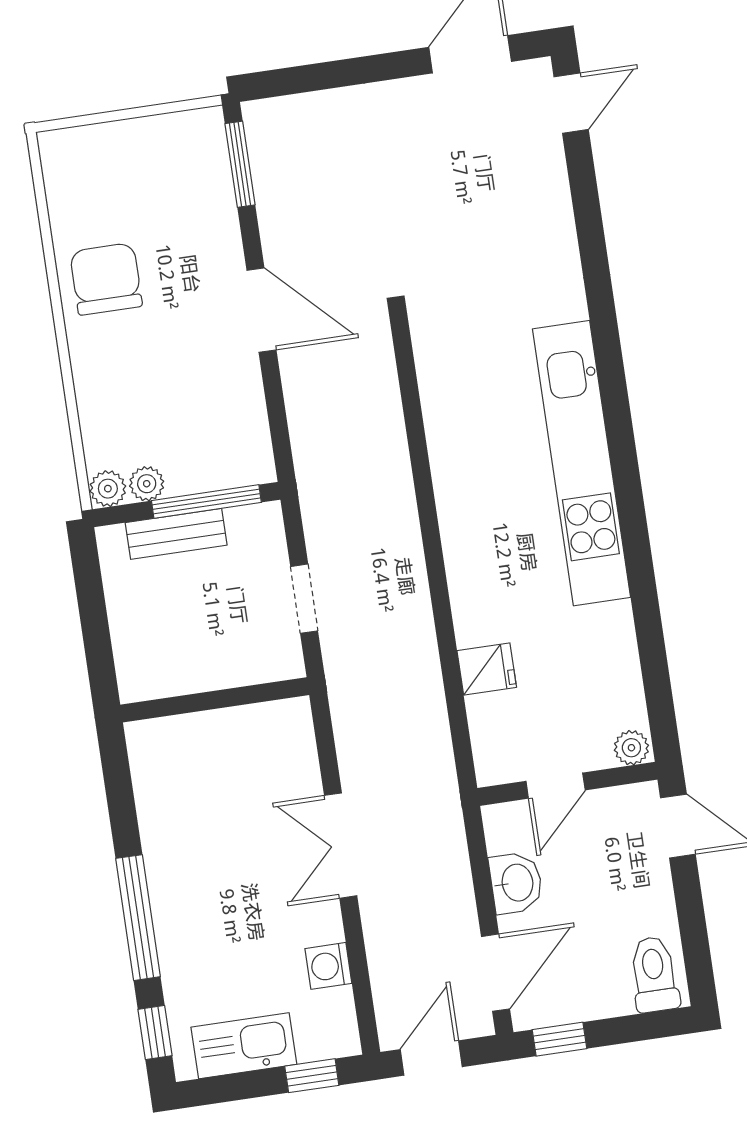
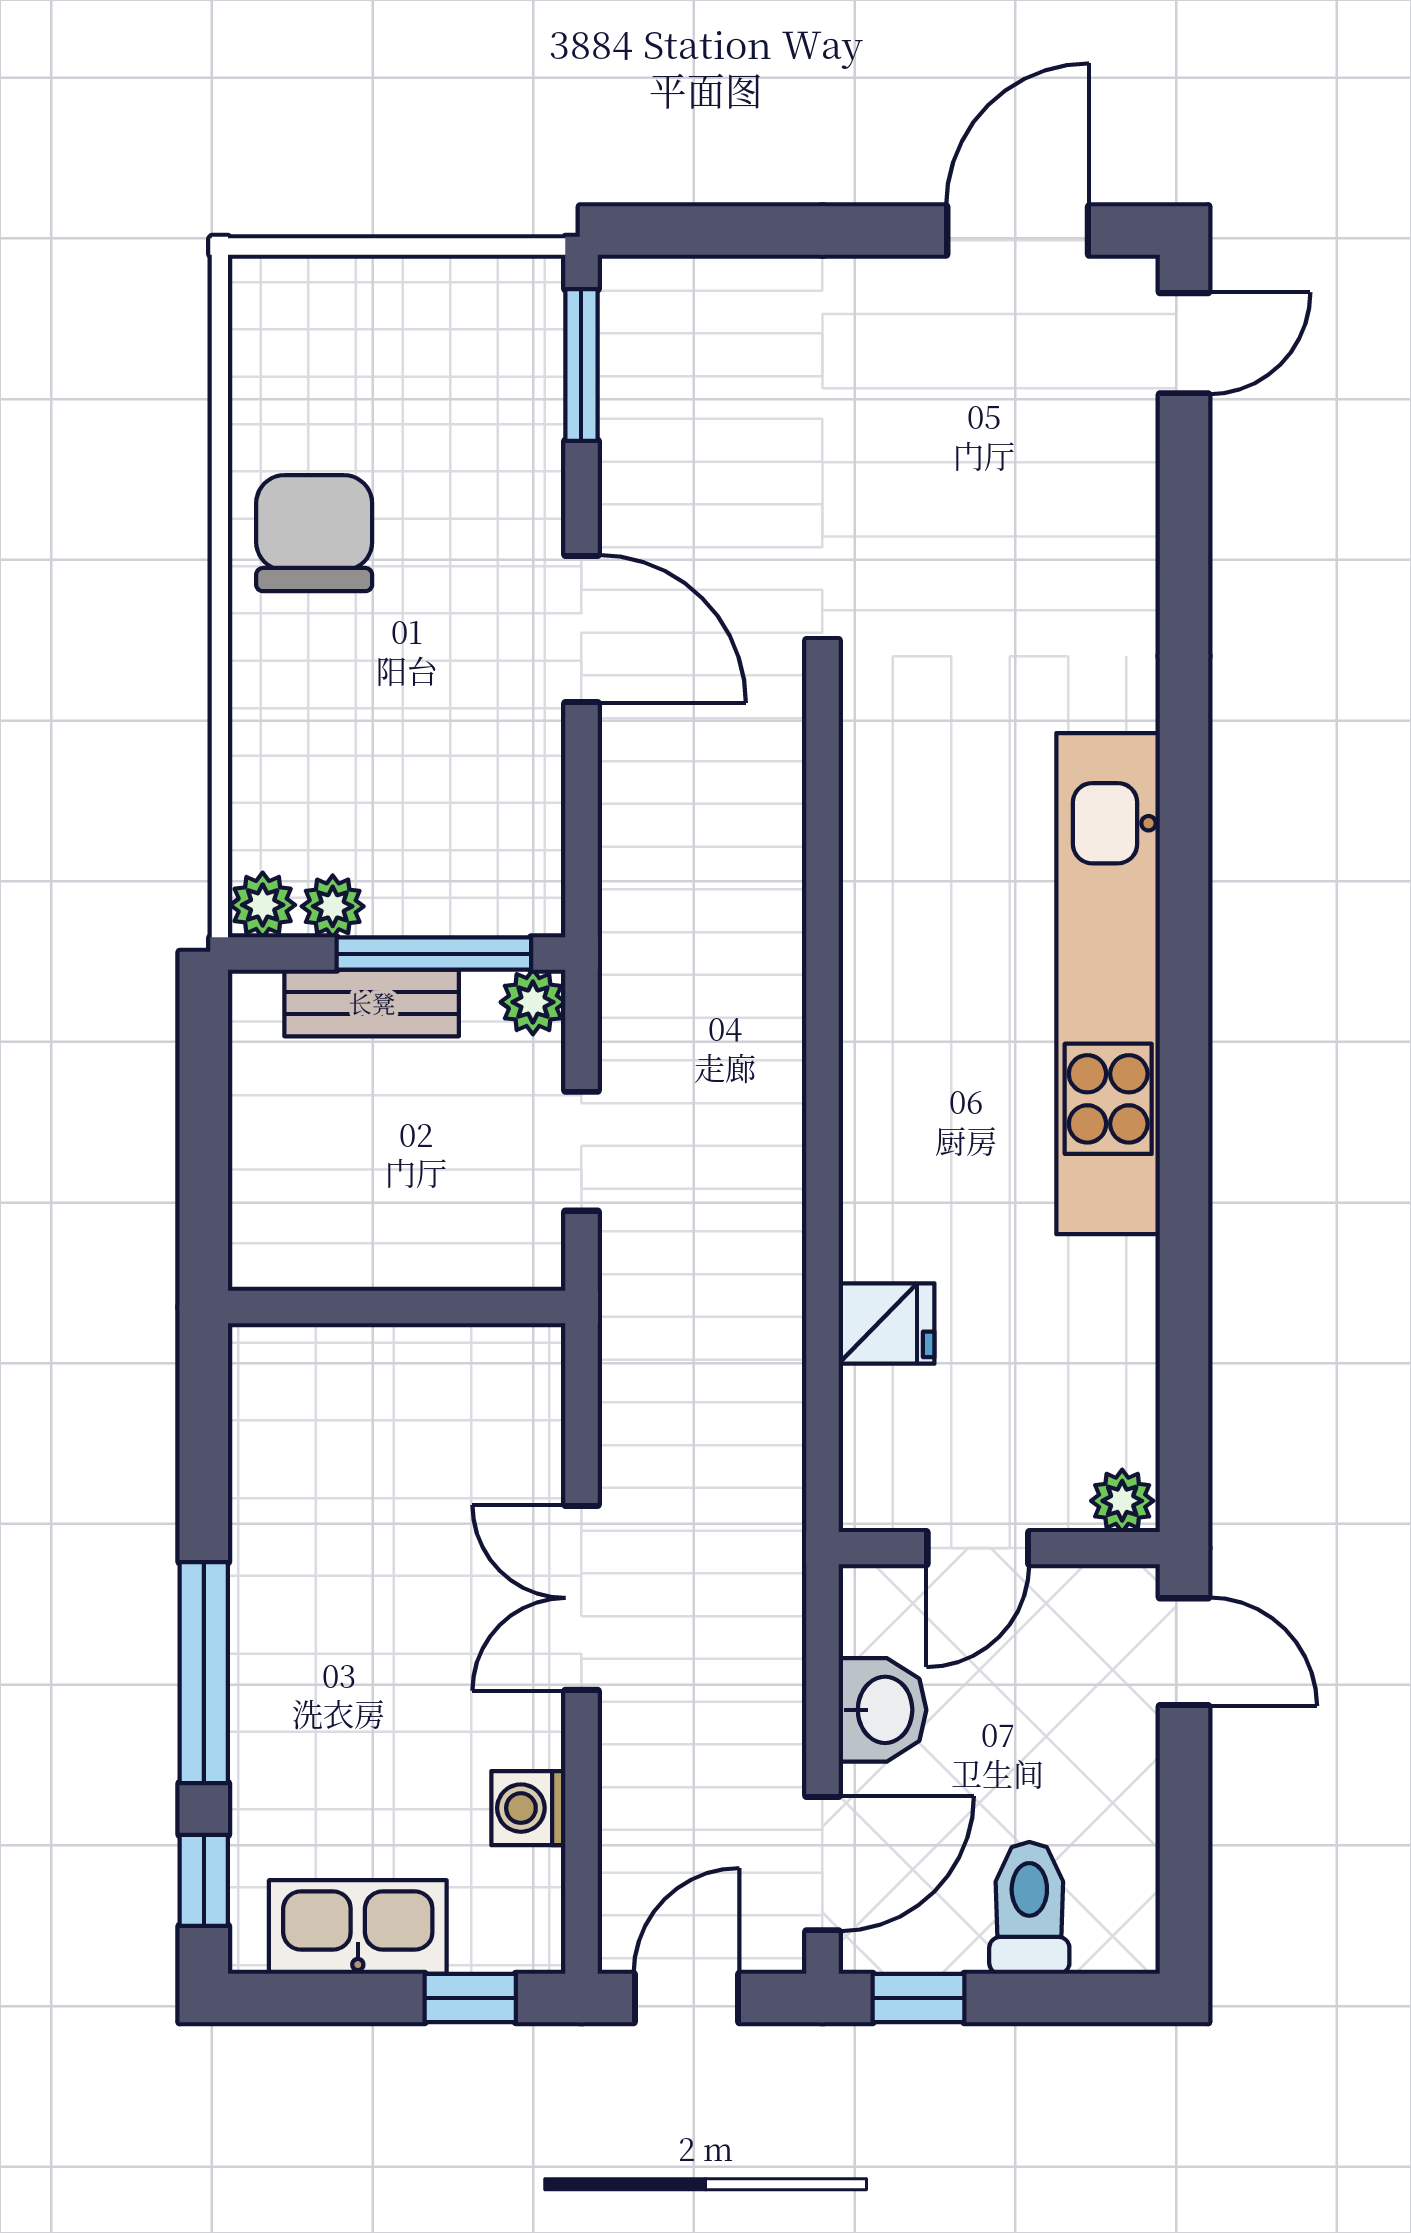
plant: (265, 520) -> (533, 1002), added
toilet: (654, 974) -> (1029, 1908), moved

